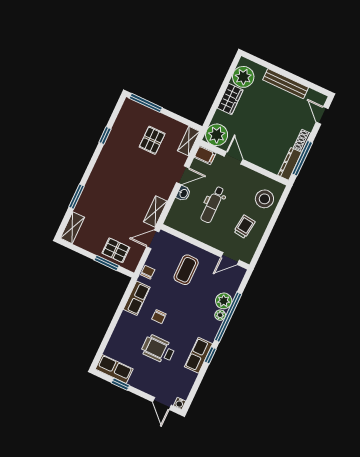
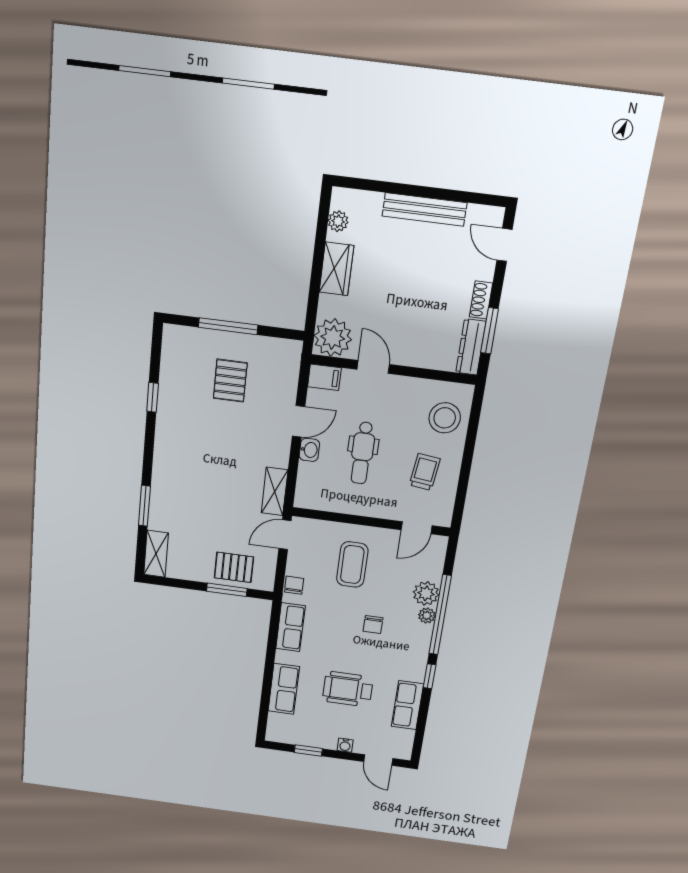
plant: (243, 77) -> (338, 221), width x0.53, depth x0.53
window: (146, 103) -> (228, 326), moved
shelving: (189, 141) -> (290, 363), removed
window: (302, 158) -> (490, 331), width x0.69
chair: (159, 317) -> (373, 625), moved
row of seats: (198, 355) -> (407, 705), moved
row of seats: (114, 369) -> (284, 689), moved, turned 90
water cooler: (180, 403) -> (345, 745), moved

